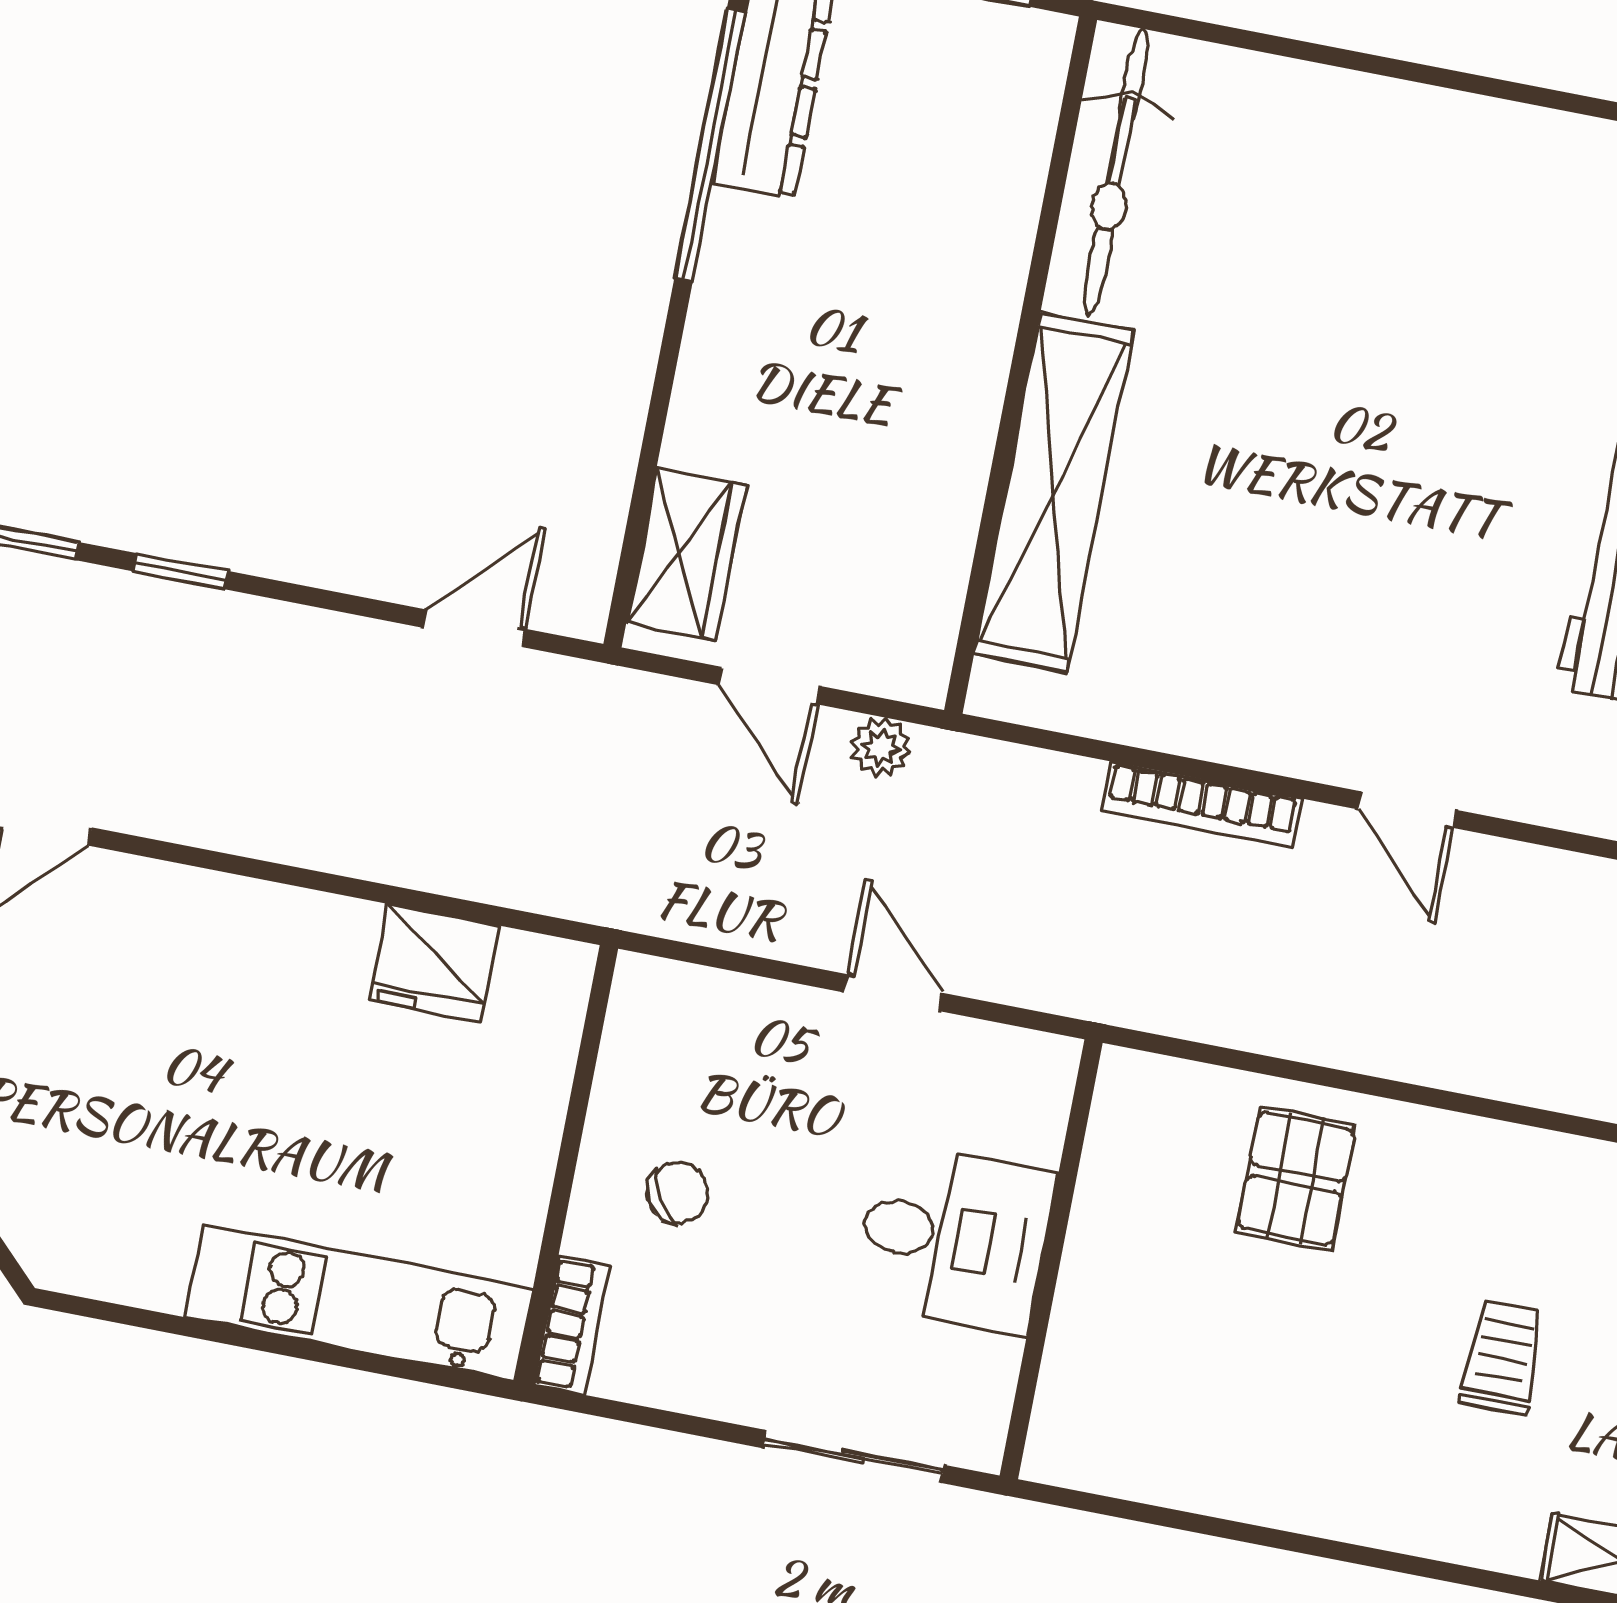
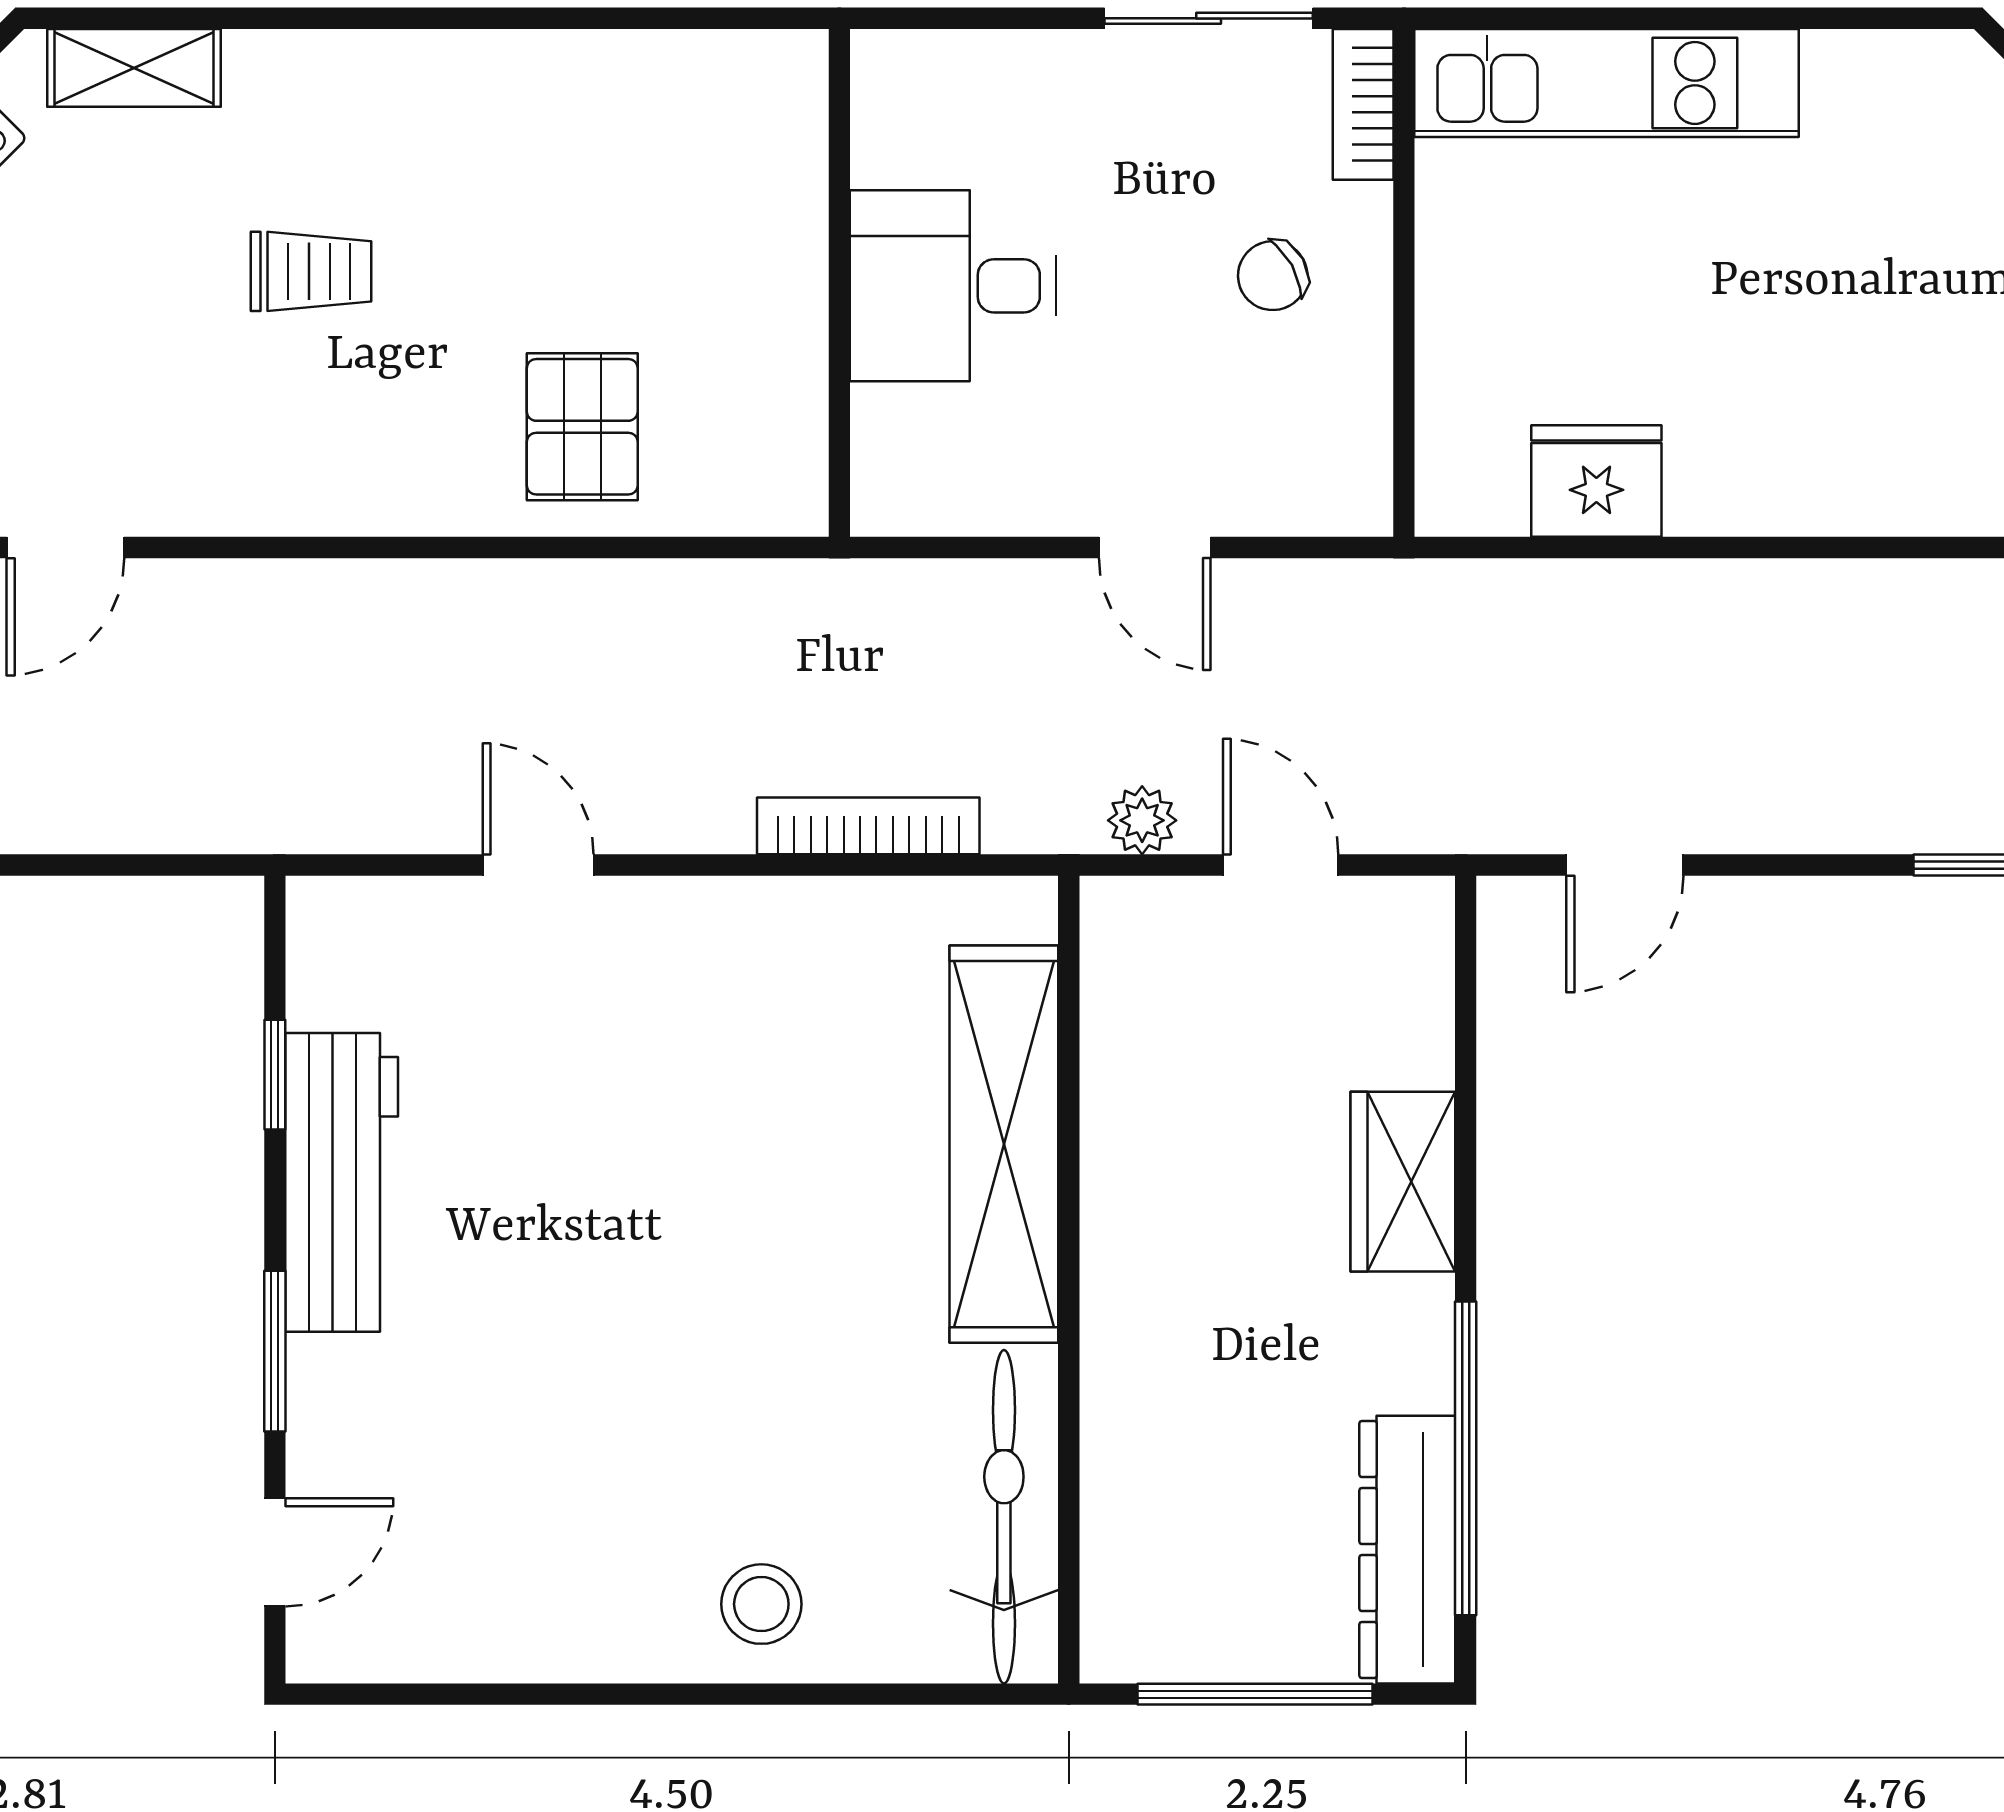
stool: (1339, 138) -> (761, 1604), added
wardrobe: (686, 554) -> (1403, 1182), moved
bookcase: (1202, 804) -> (868, 826), moved
door: (893, 993) -> (1155, 547), moved
trolley: (1503, 1357) -> (311, 271), turned -90
sliding door: (853, 1456) -> (1209, 18), moved

